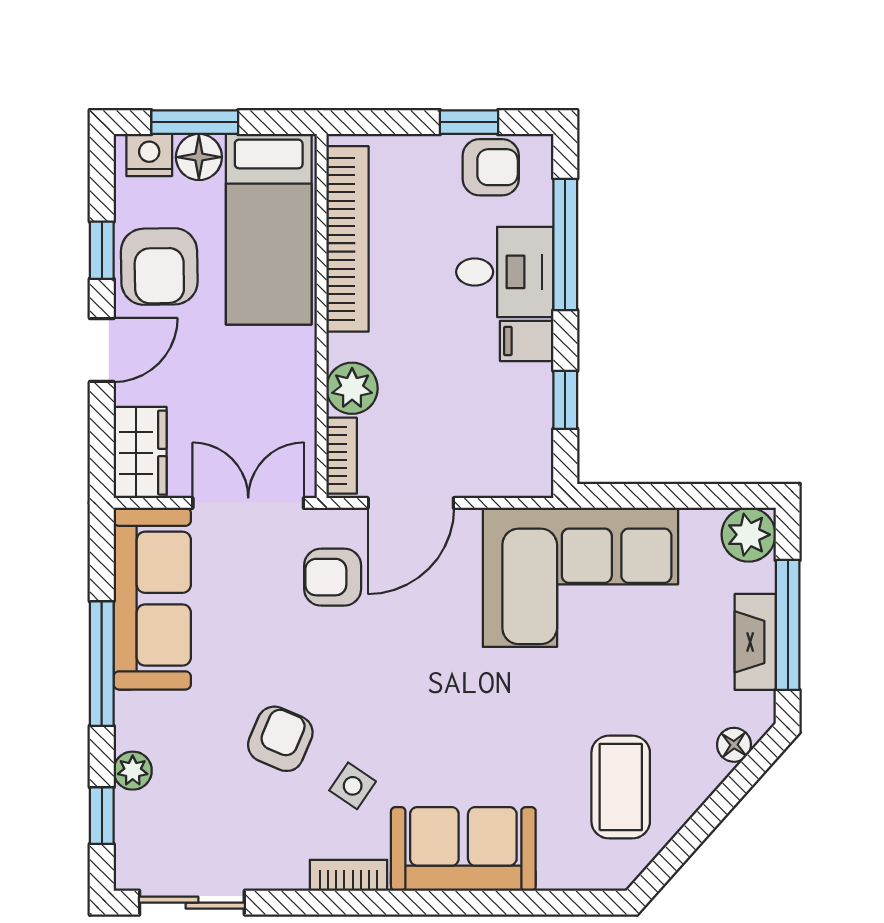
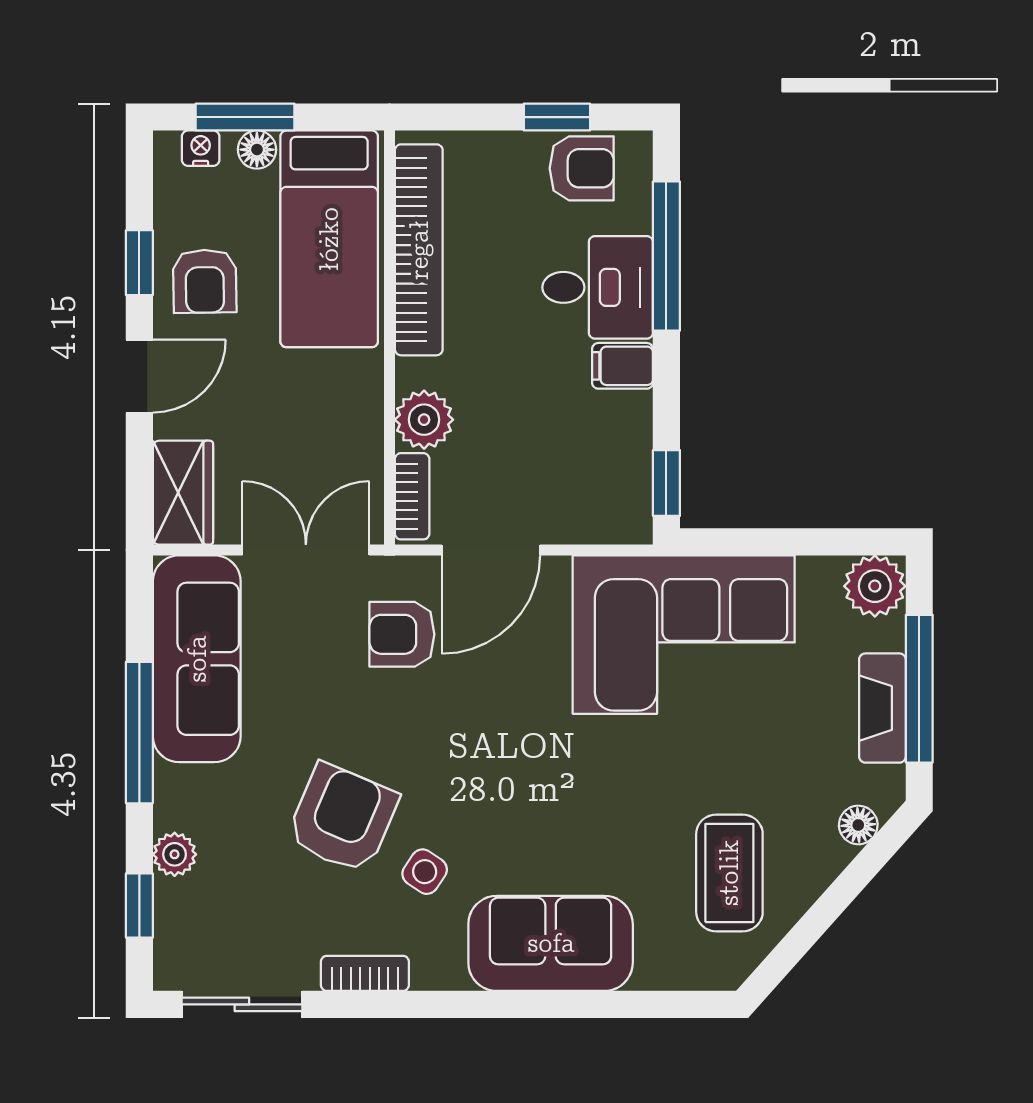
nightstand: (149, 155) -> (201, 148), width x0.72, depth x0.74
floor lamp: (199, 157) -> (257, 150), width x0.73, depth x0.73
armchair: (159, 267) -> (205, 281), width x0.72, depth x0.72
window: (565, 400) -> (666, 483), moved
armchair: (280, 739) -> (342, 818), width x1.38, depth x1.38
bookcase: (348, 875) -> (365, 973), moved

